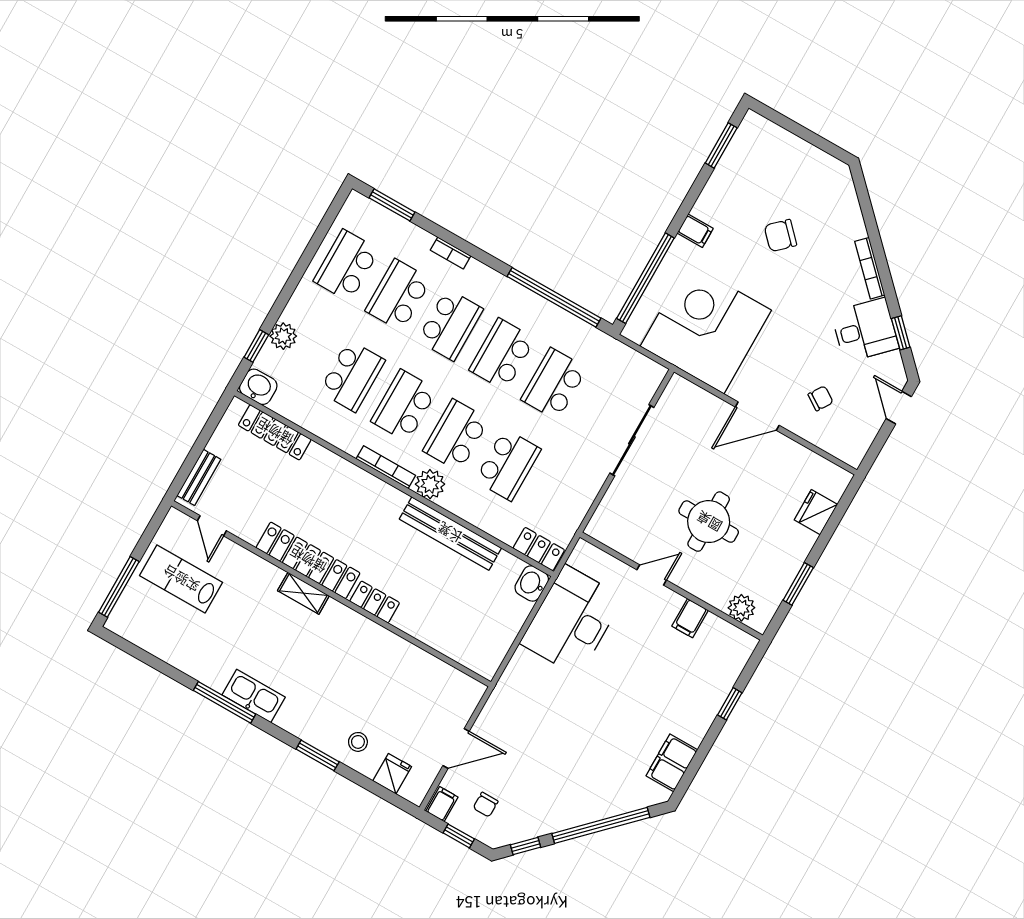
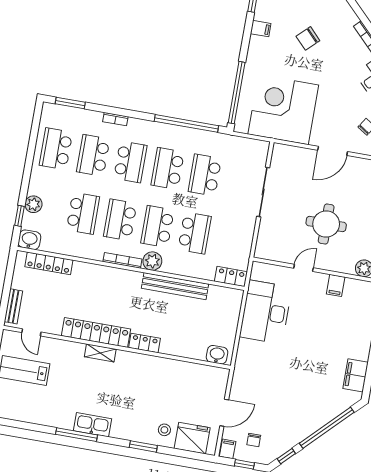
filing cabinet: (695, 231) -> (261, 29), moved
washbasin: (532, 583) -> (217, 355), moved, turned 90
fridge: (392, 774) -> (192, 438), width x1.88, depth x1.34

